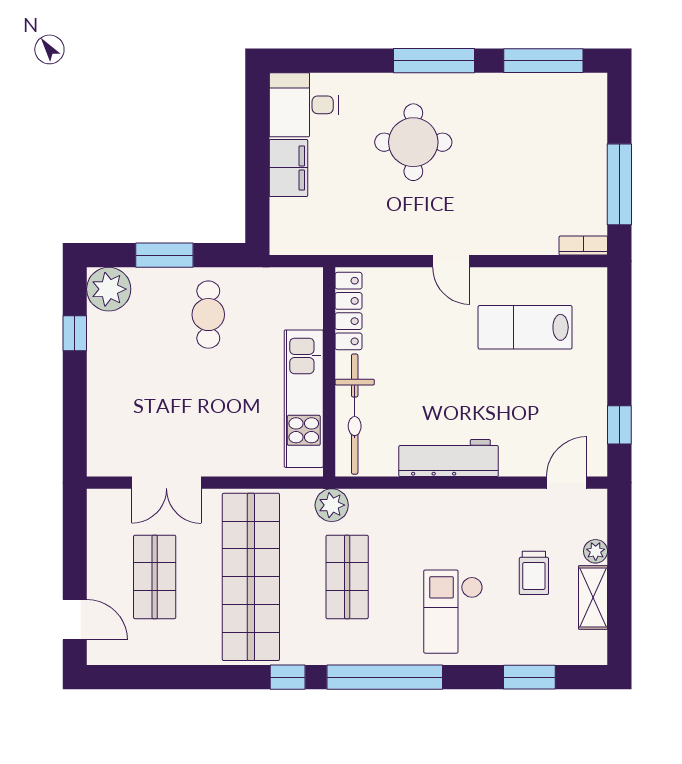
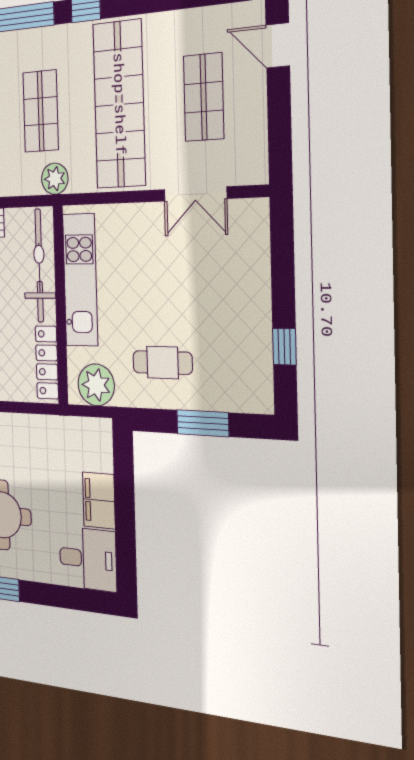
plant: (109, 289) -> (96, 385), moved
cafe table: (208, 315) -> (162, 363), turned 90
double door: (166, 483) -> (195, 194), swing flipped

